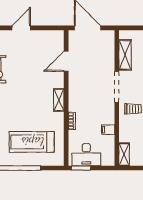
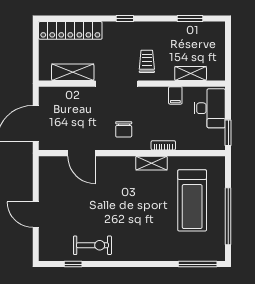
chair: (83, 92) -> (124, 129), added
shelving: (59, 100) -> (152, 163), moved
shelving: (124, 154) -> (191, 74), moved
desk: (86, 155) -> (210, 108), moved

